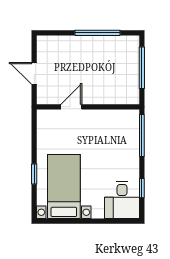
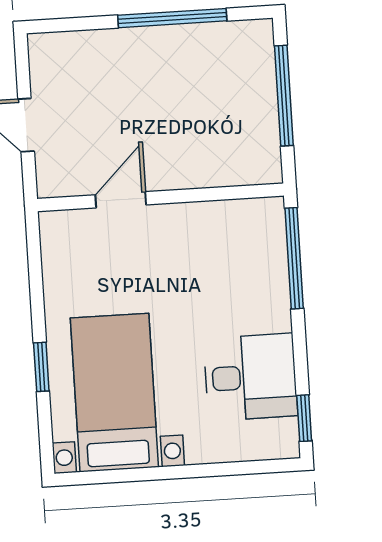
window: (142, 188) -> (304, 418), moved
desk: (122, 200) -> (251, 377), moved, turned -90

